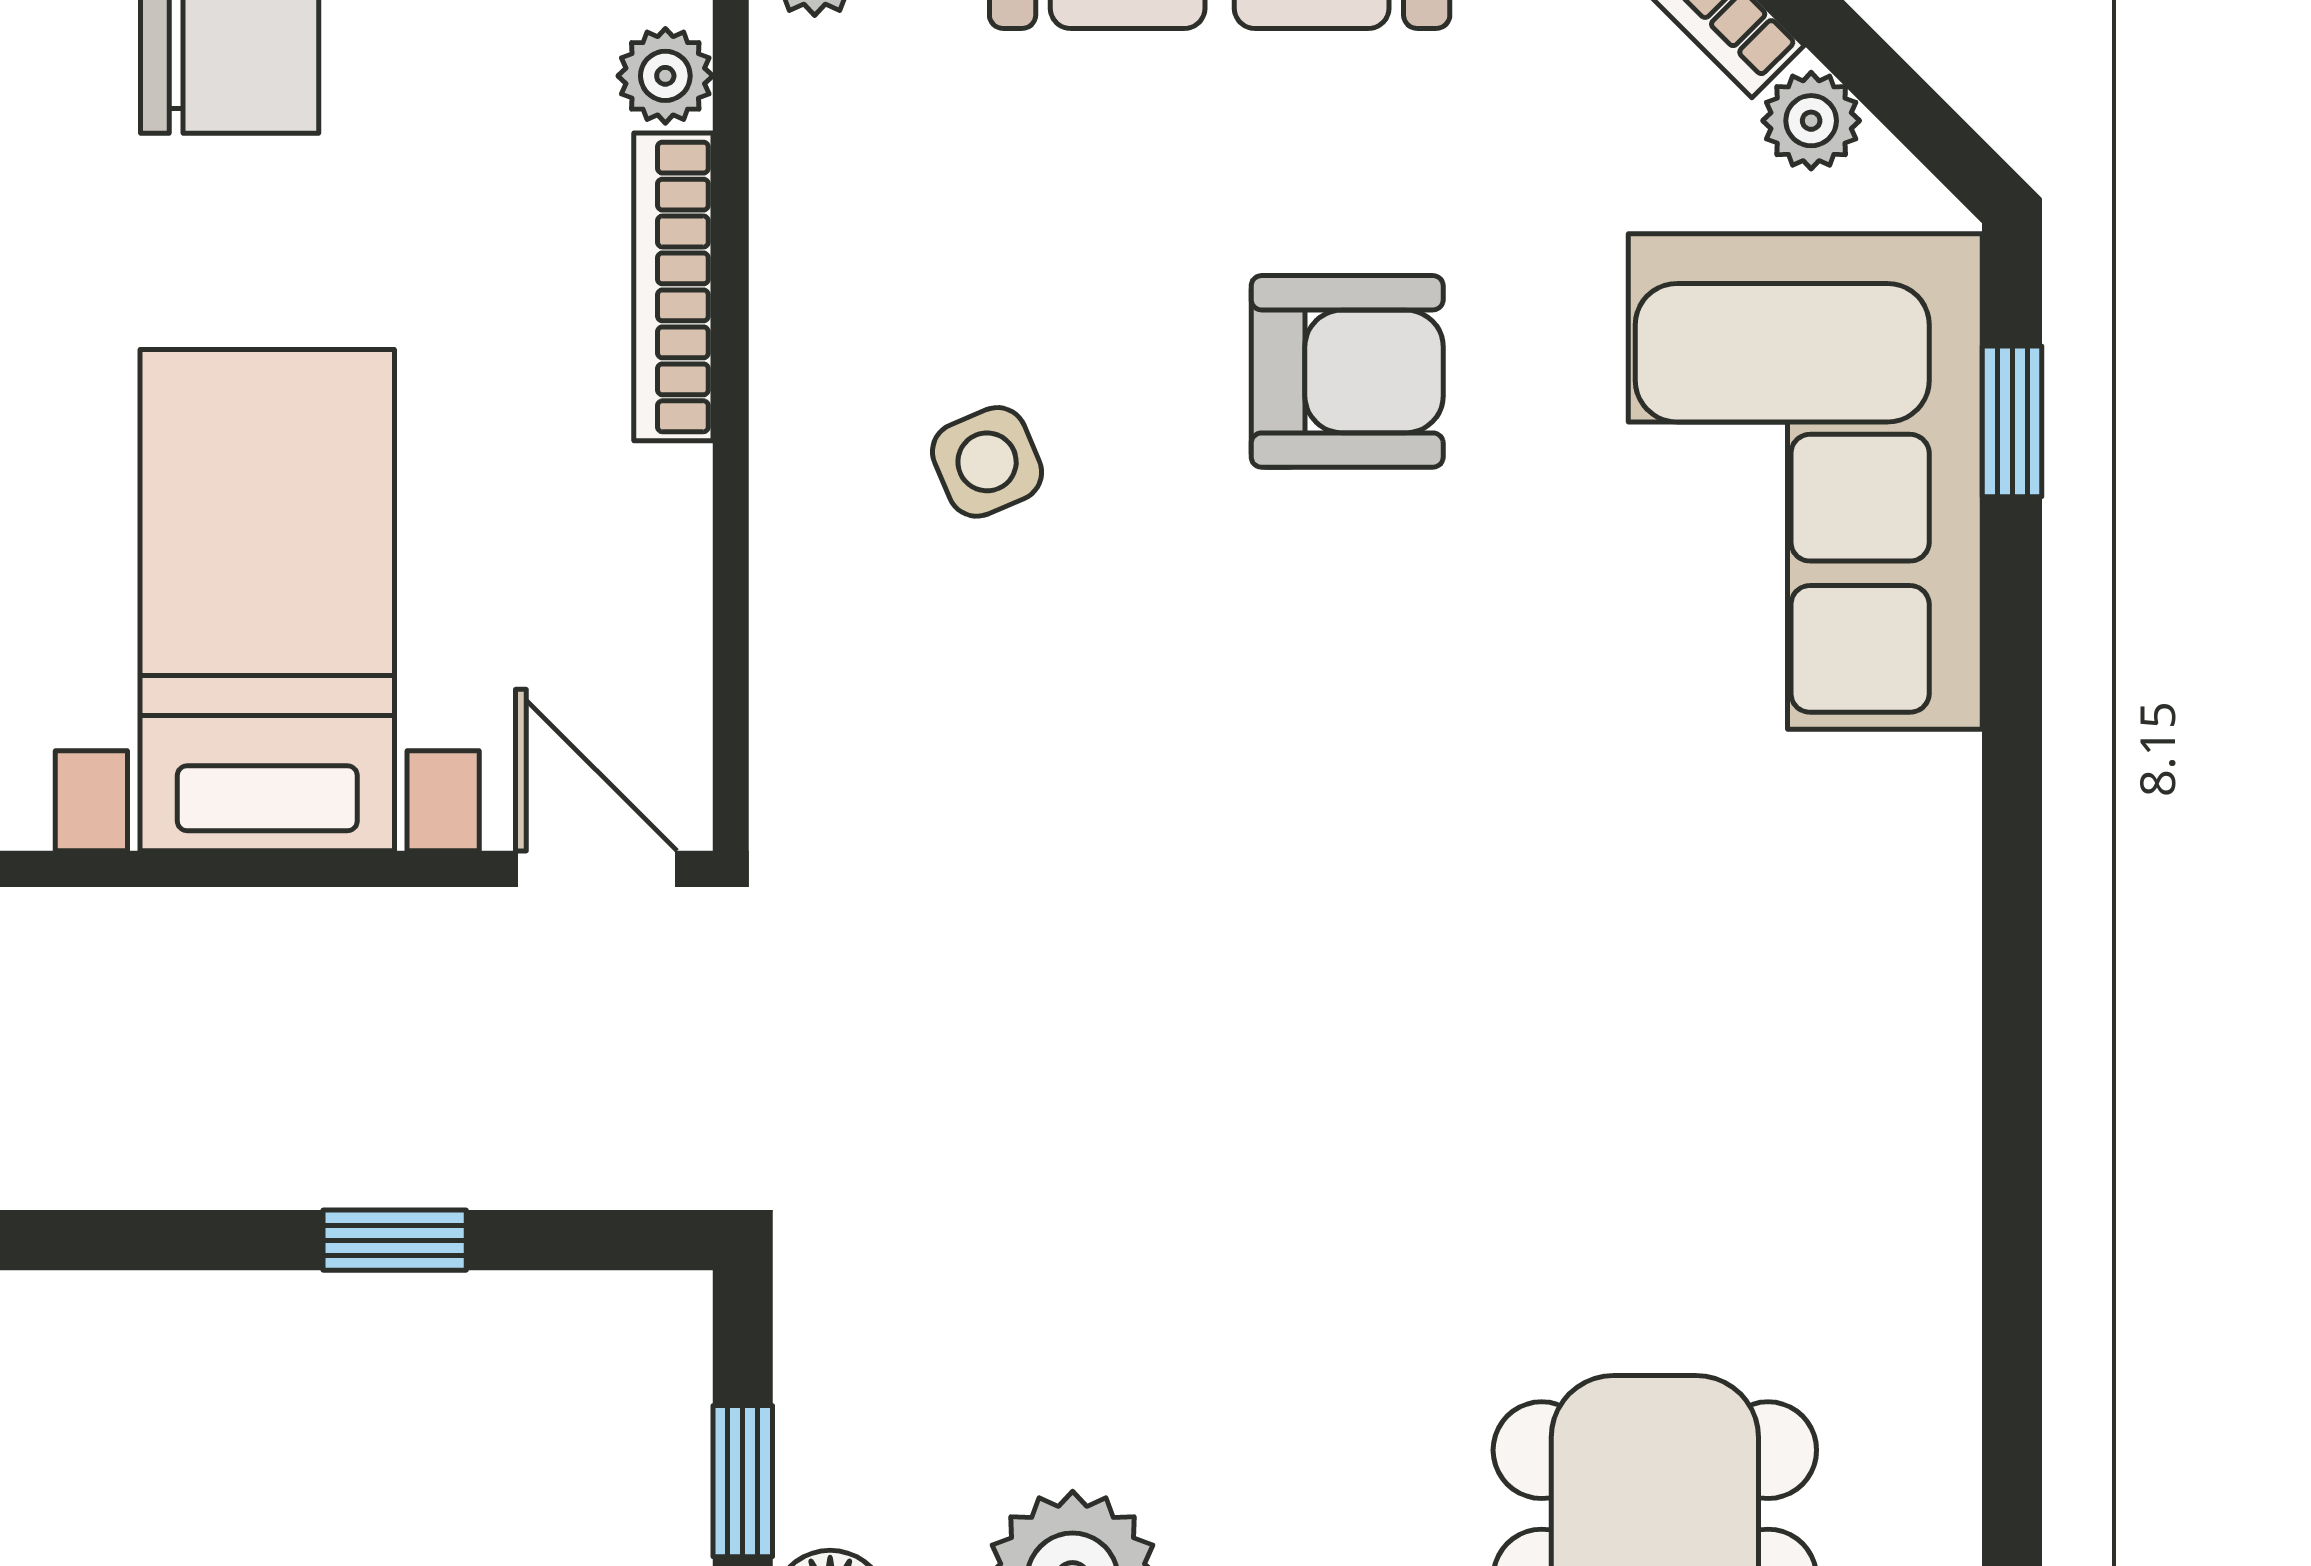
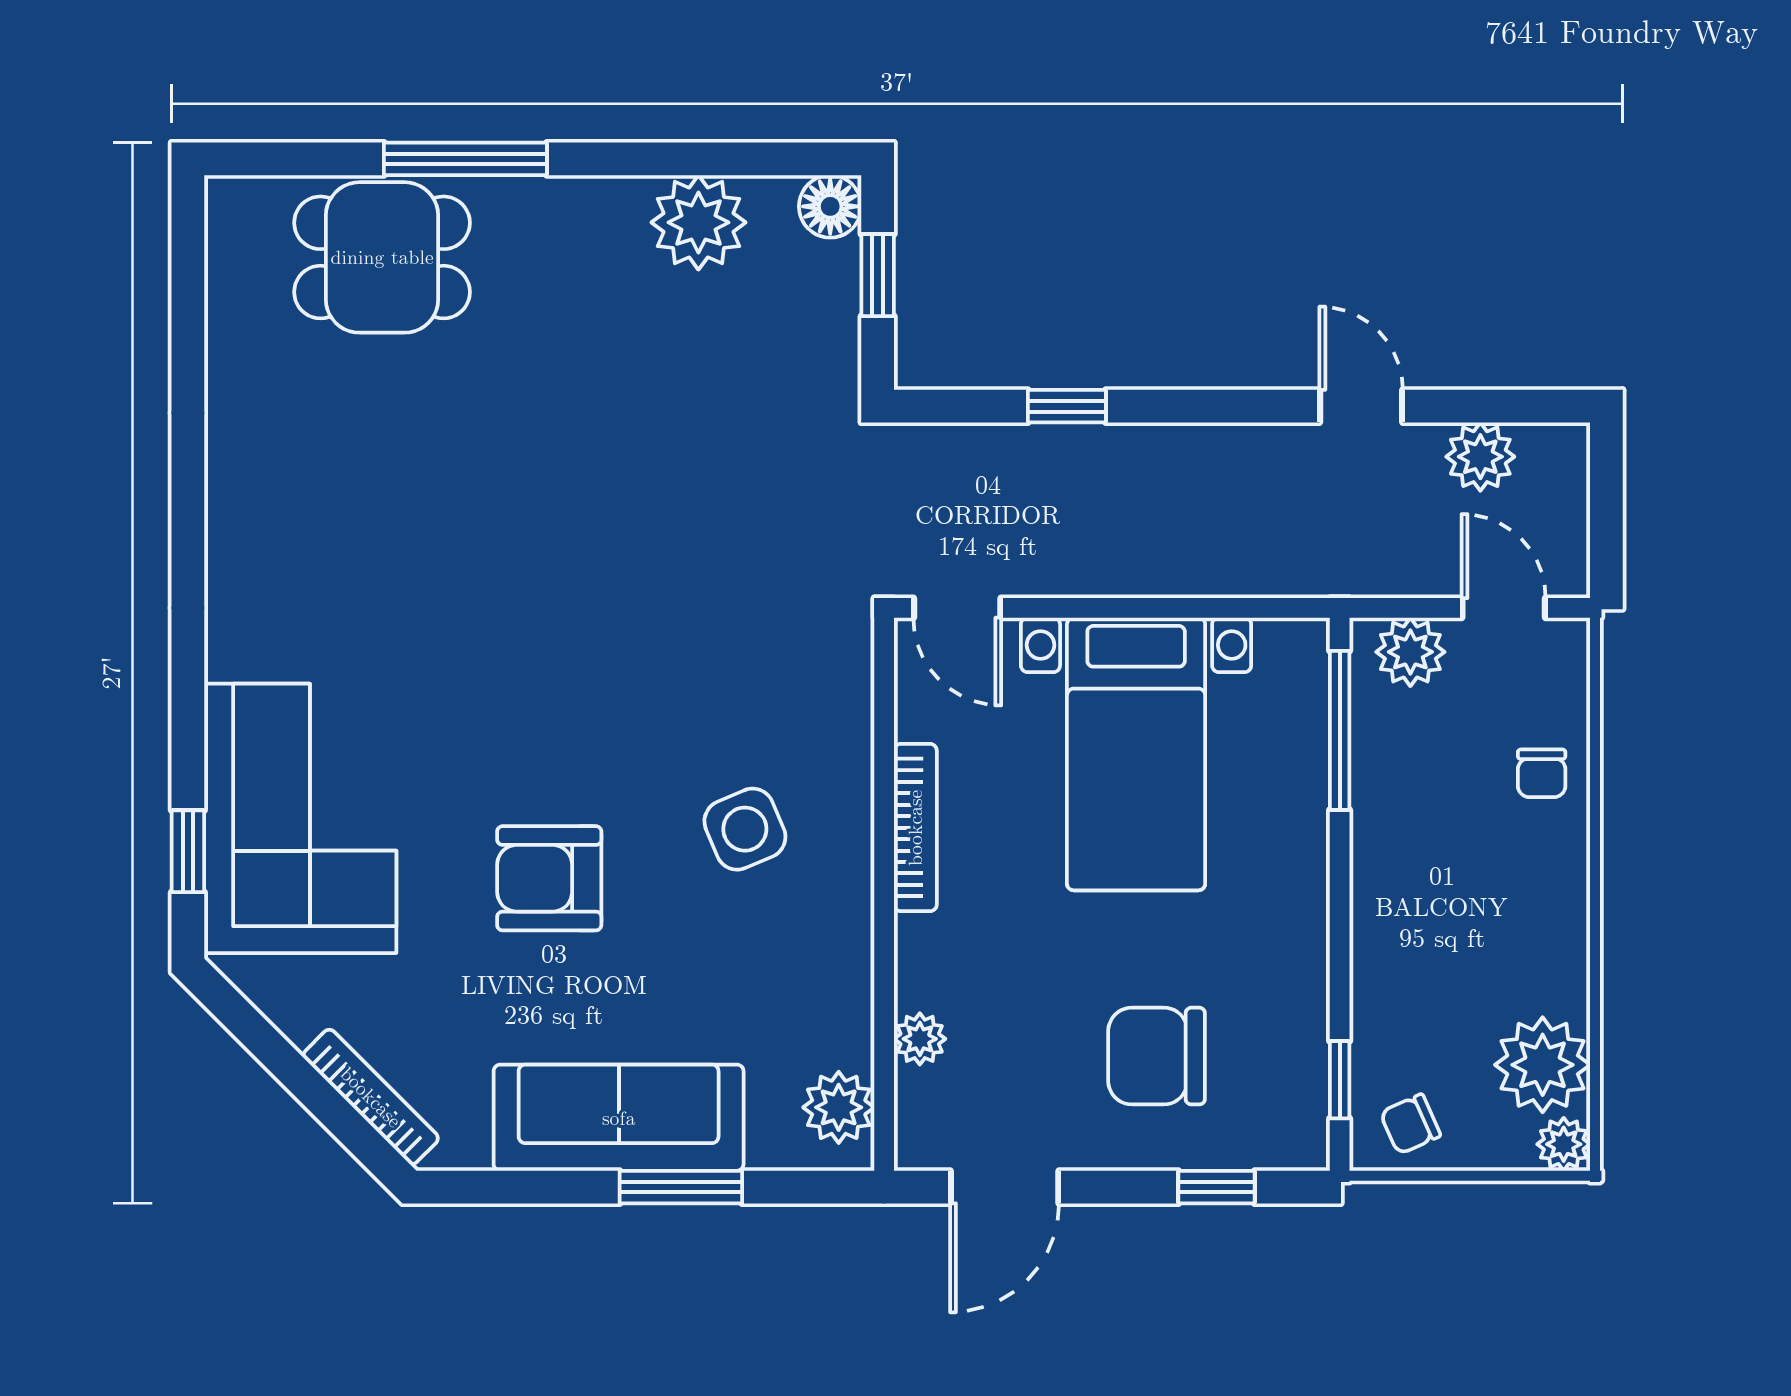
plant: (1811, 121) -> (297, 1015), removed
bookcase: (673, 287) -> (915, 828), moved
side table: (987, 462) -> (745, 829), width x1.37, depth x1.37

